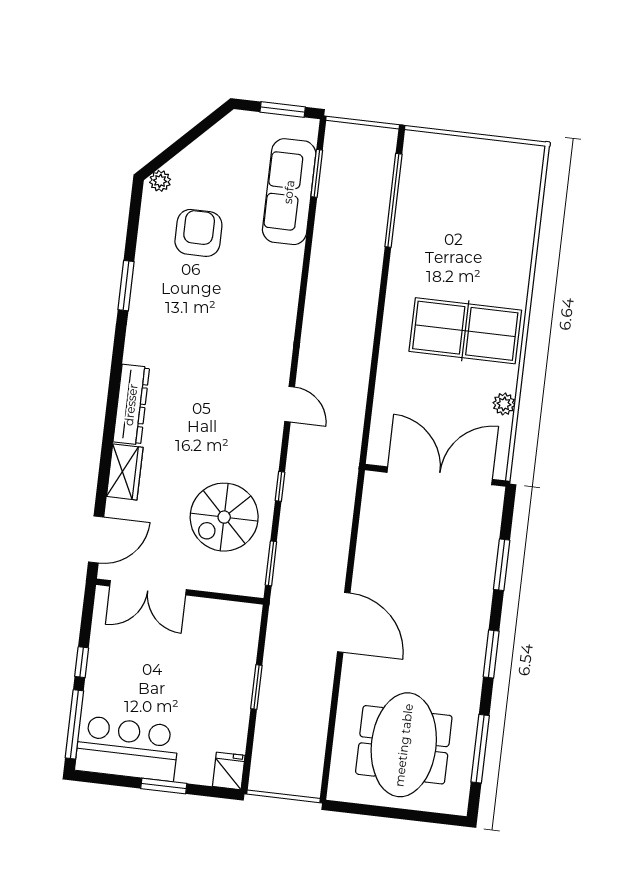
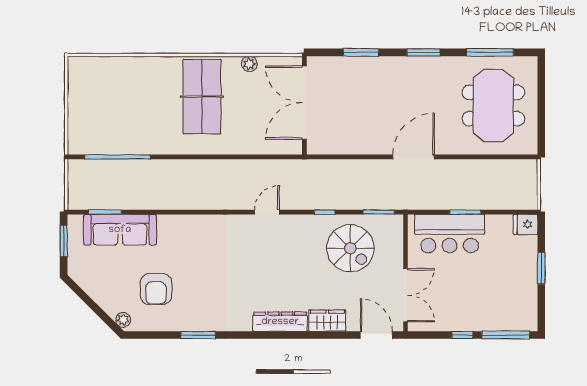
armchair: (198, 233) -> (156, 289), turned -90
meeting table: (404, 745) -> (493, 105), turned 90
bar counter: (127, 748) -> (450, 234), moved, turned -90

